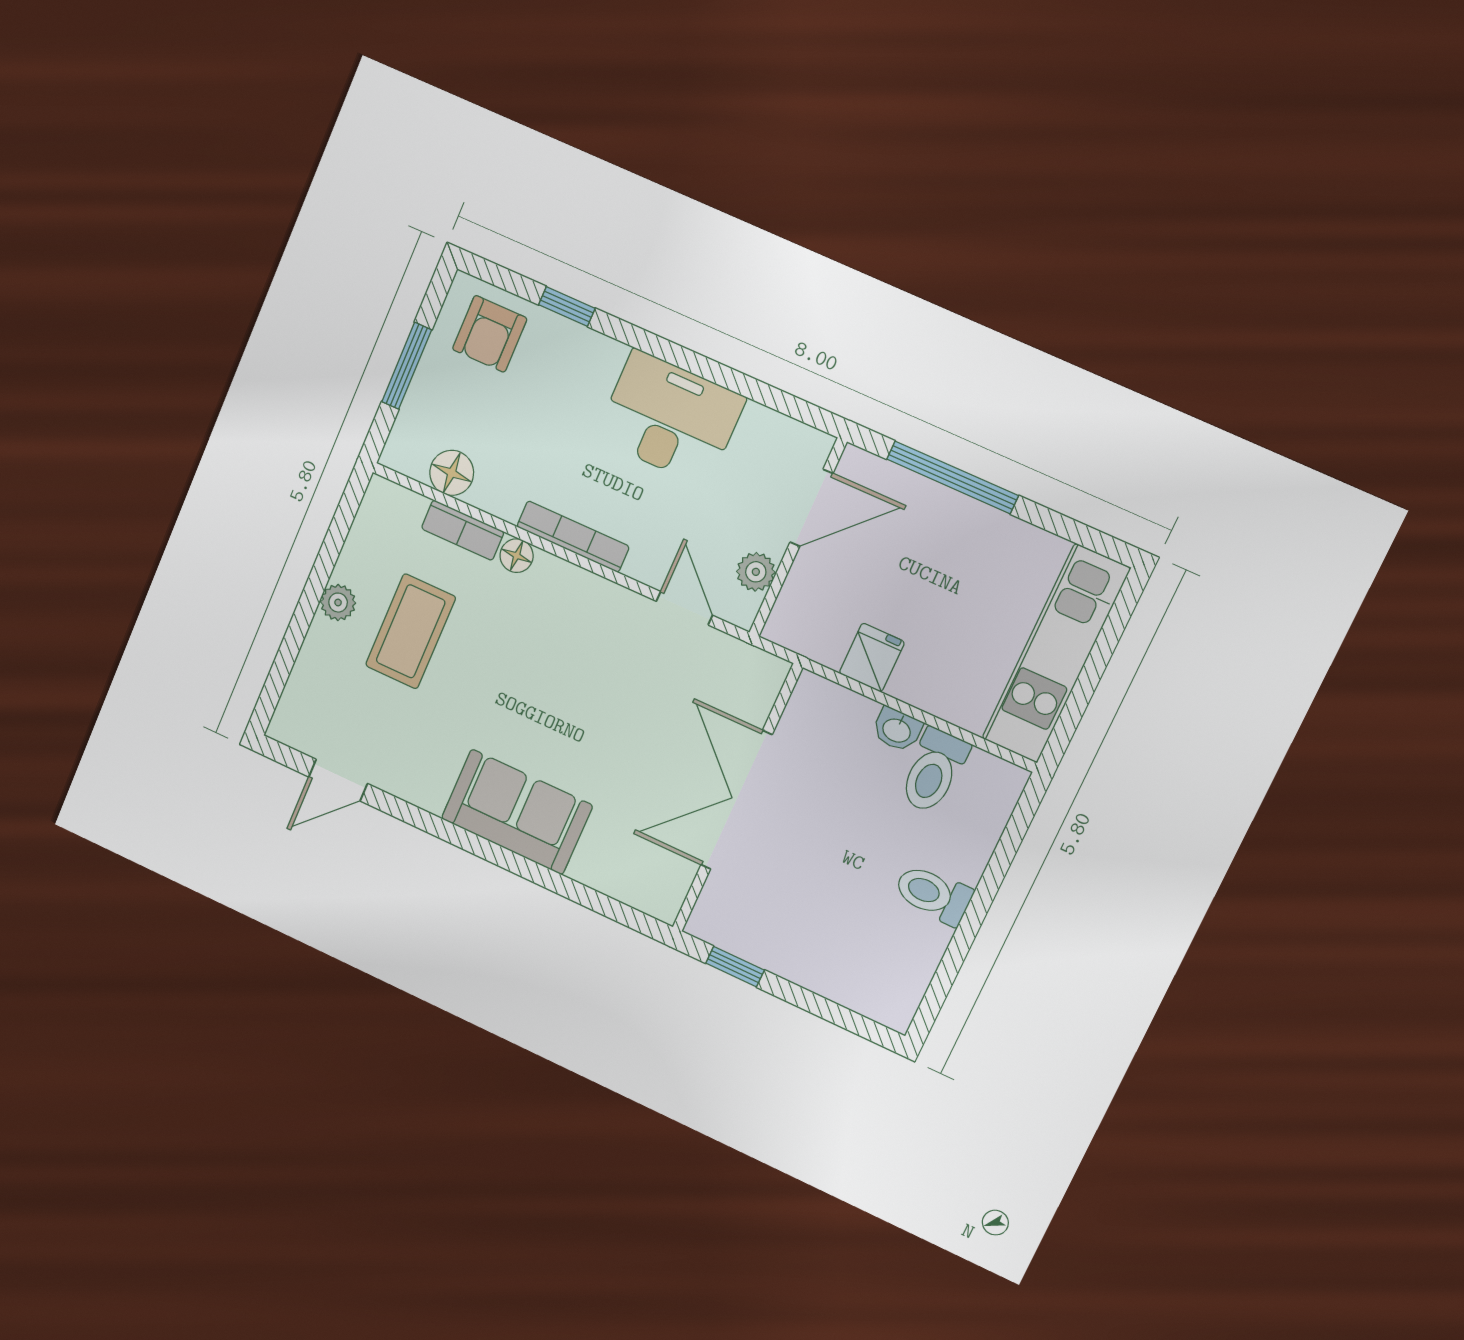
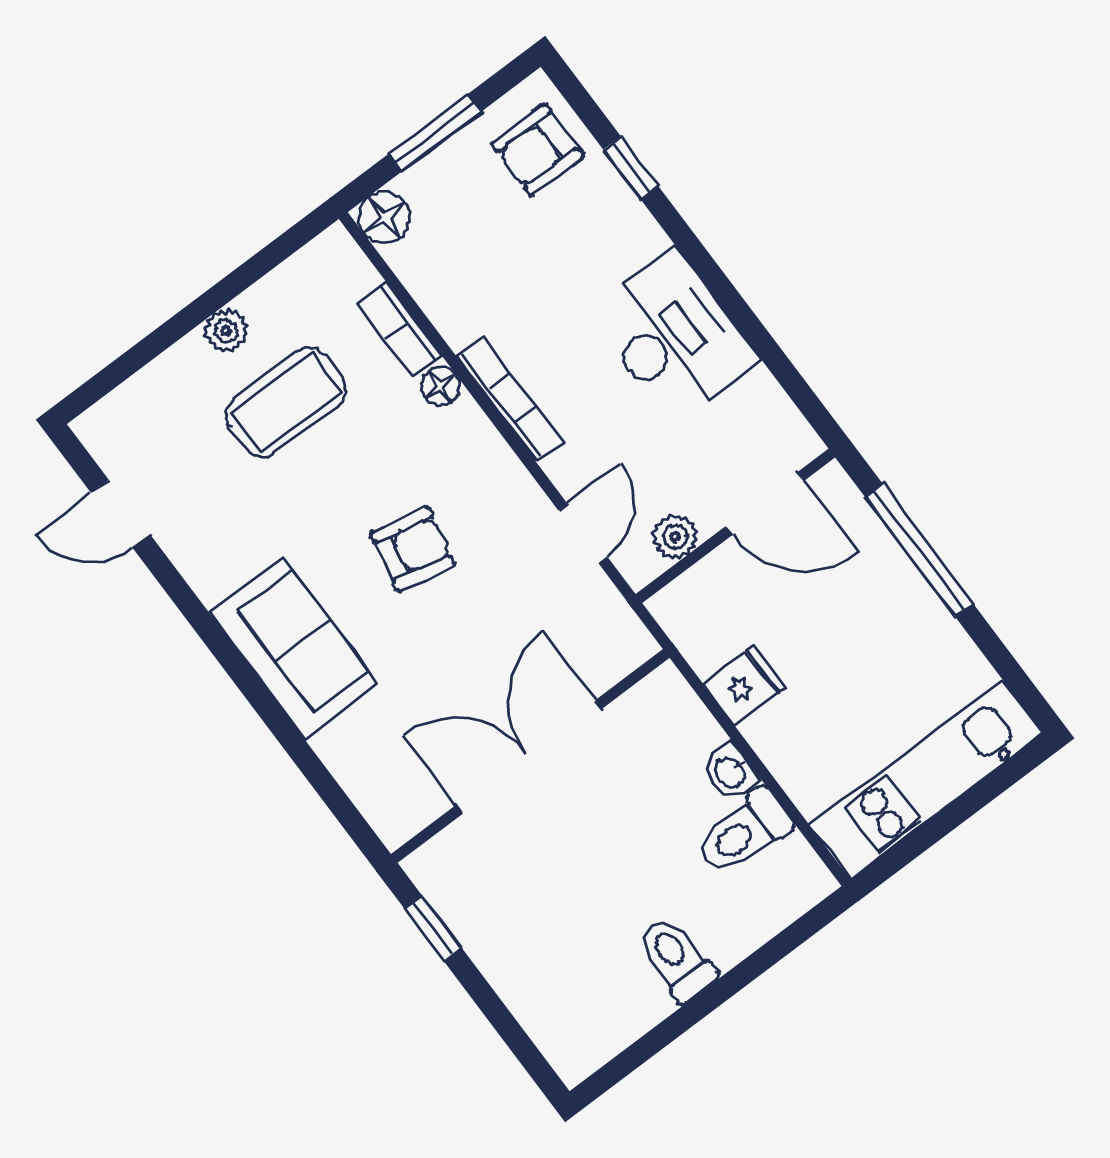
floor lamp: (452, 473) -> (384, 217), moved
armchair: (564, 690) -> (413, 549), added

